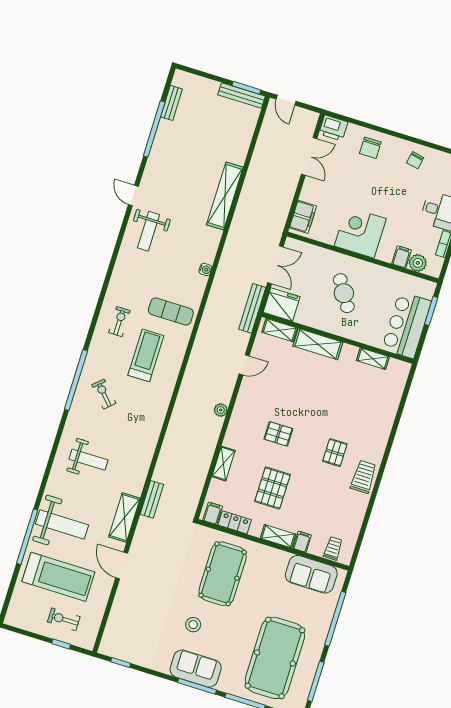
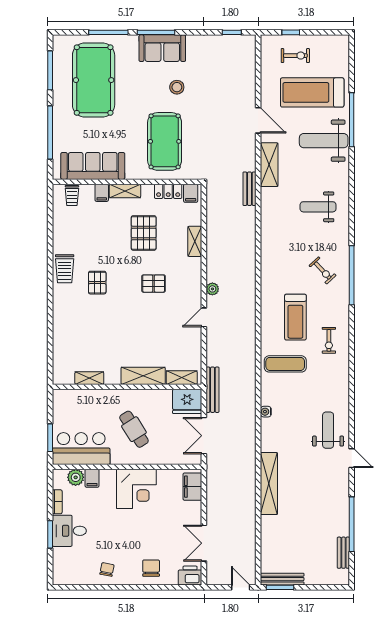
bar counter: (407, 325) -> (81, 449), moved, turned -90
door: (244, 365) -> (204, 317), moved
sofa: (311, 574) -> (93, 166), width x1.36

